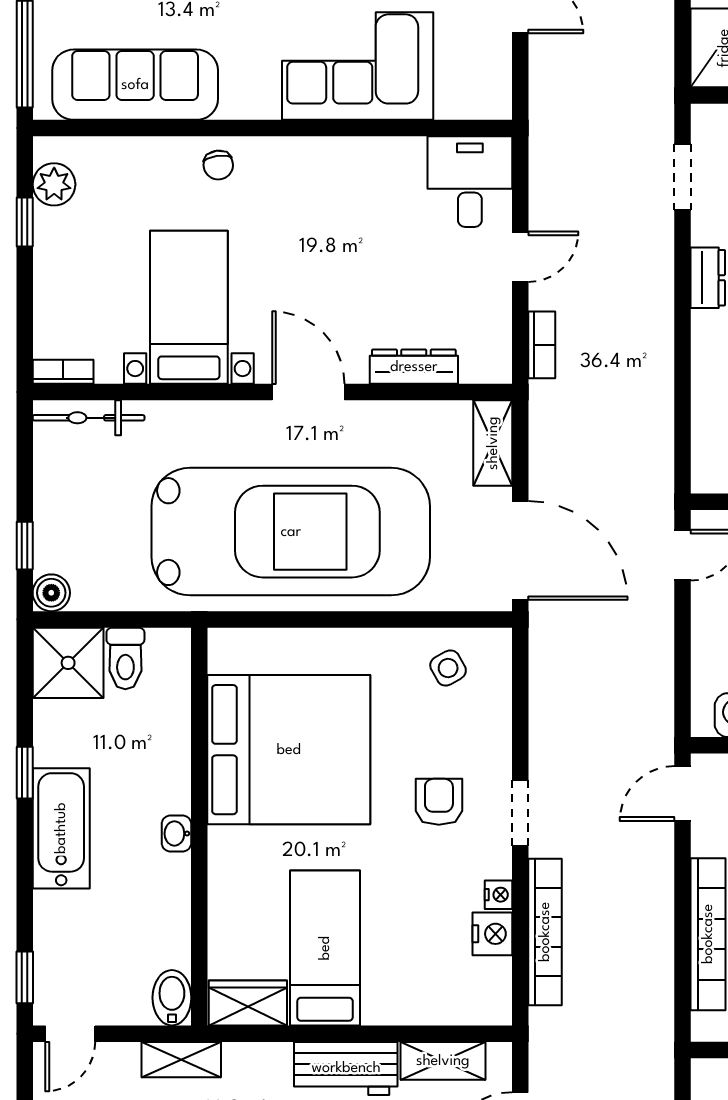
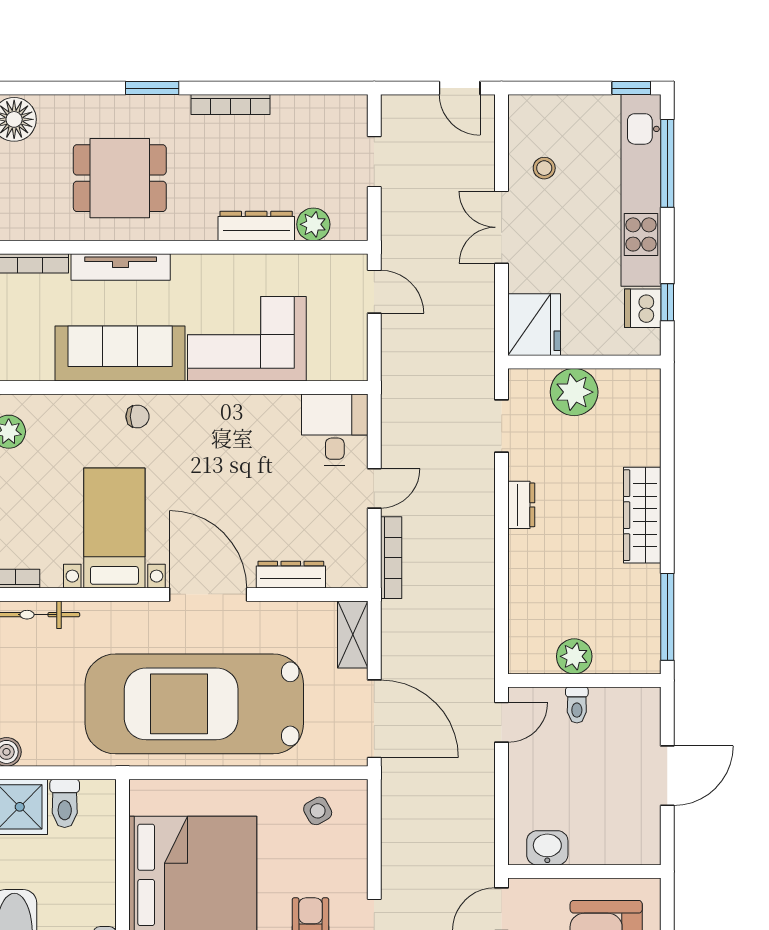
sofa: (135, 85) -> (120, 353), moved
chair: (218, 165) -> (137, 416), turned -82
bookcase: (542, 345) -> (391, 558), width x1.56
door: (308, 392) -> (208, 594), width x1.36
car: (291, 532) -> (194, 704), turned 180

